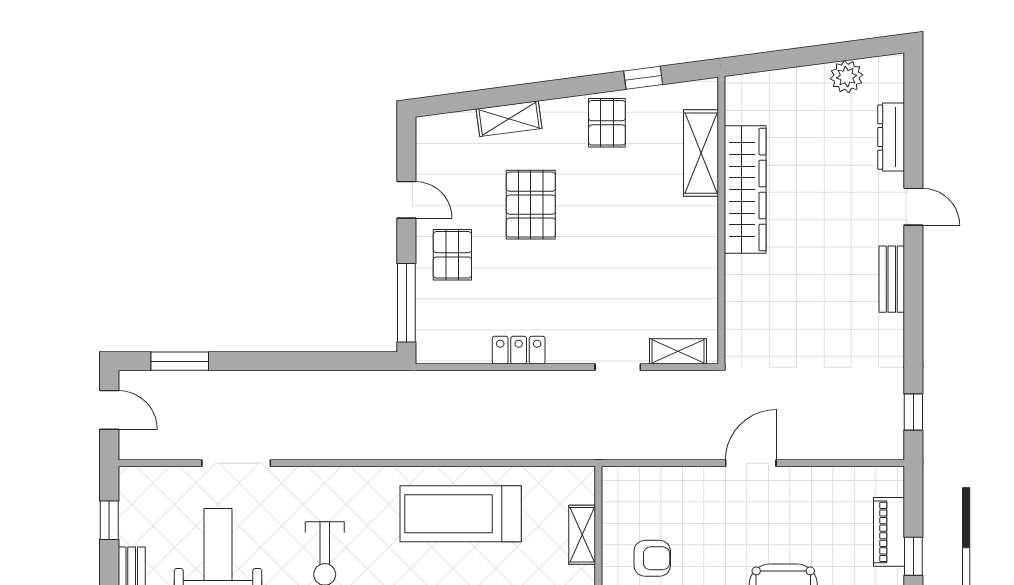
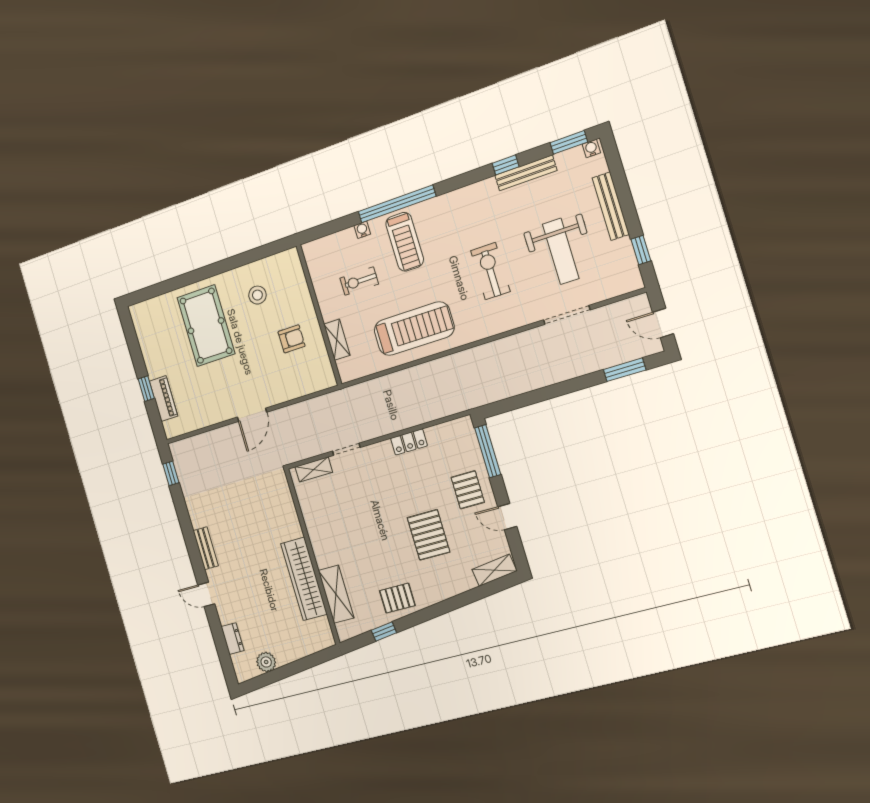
shelving: (509, 119) -> (494, 570), moved
pallet: (607, 123) -> (397, 598), turned 90
dresser: (891, 137) -> (232, 639), width x0.70
armchair: (652, 558) -> (292, 339), turned 180

